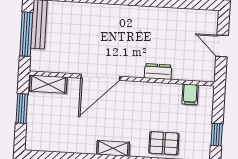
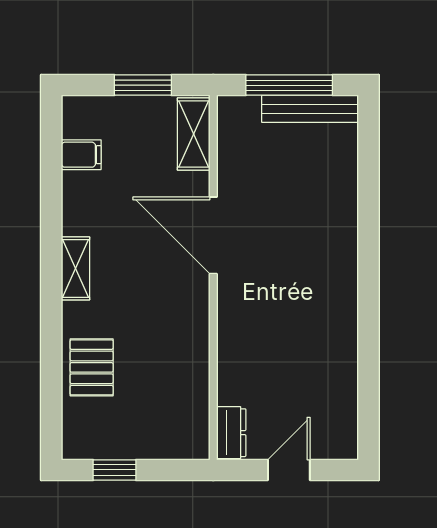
dresser: (158, 72) -> (231, 433), moved
filing cabinet: (190, 94) -> (81, 155), moved, turned 180

